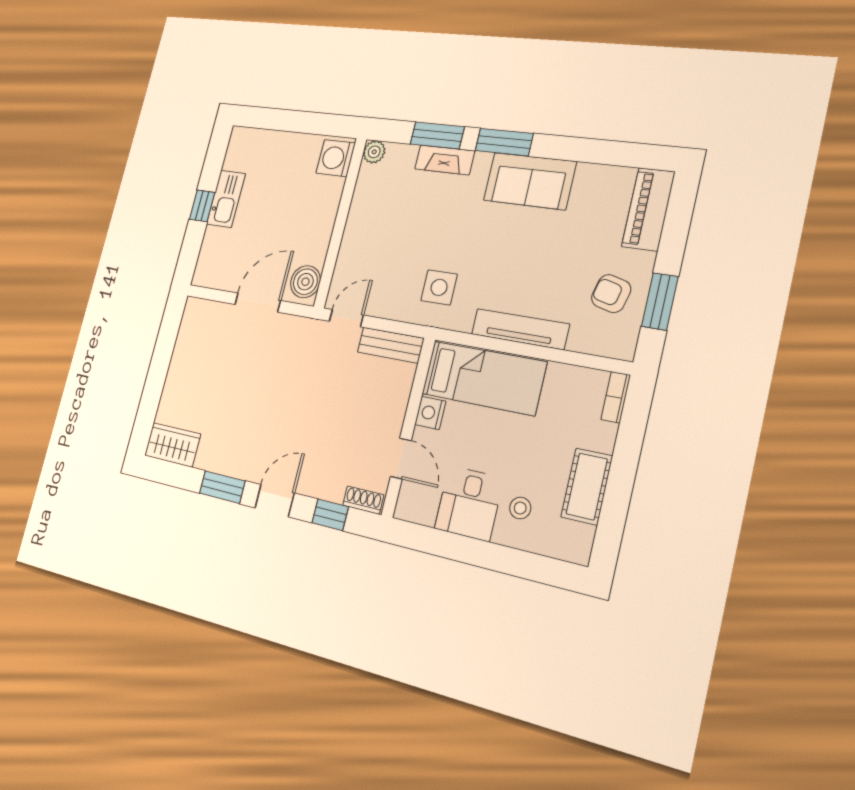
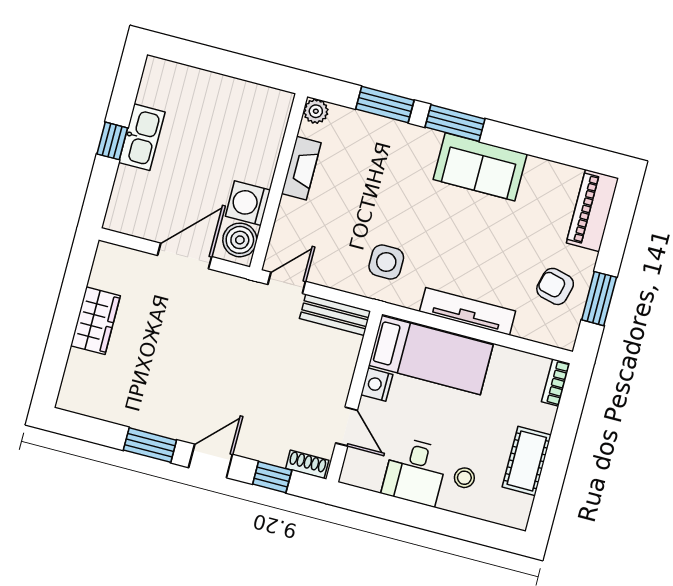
washing machine: (336, 158) -> (248, 203), moved
fireplace: (445, 160) -> (301, 168), moved, turned -90
wardrobe: (173, 445) -> (95, 321), moved, turned 90

